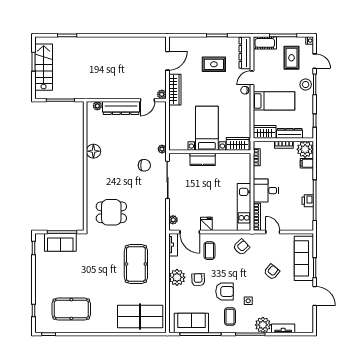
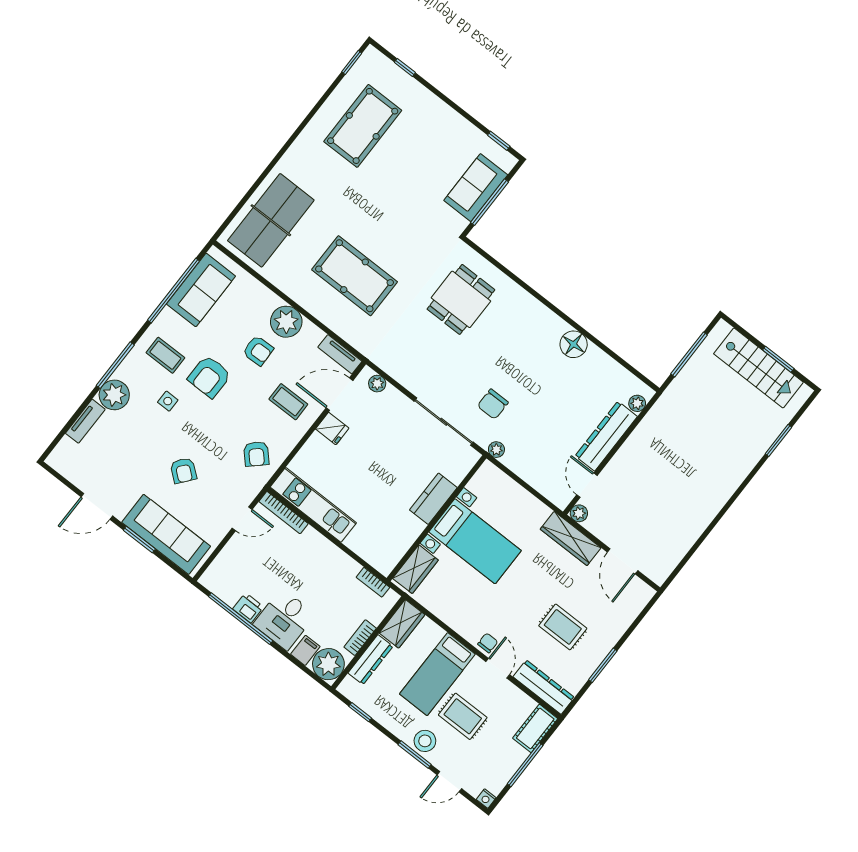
rug: (291, 58) -> (463, 716), moved
rug: (214, 64) -> (563, 627), turned 90
desk: (266, 191) -> (284, 619), moved, turned 180

